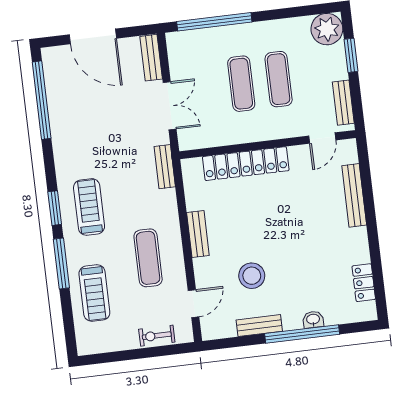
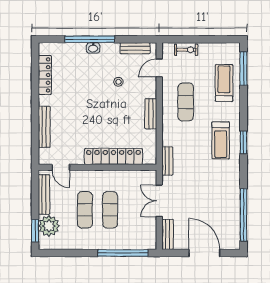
plant: (327, 29) -> (49, 226), moved
window: (351, 55) -> (35, 231), moved
bench: (343, 103) -> (44, 194), width x1.36
door: (322, 138) -> (61, 167), swing flipped
window: (61, 264) -> (244, 68), moved
stool: (252, 276) -> (118, 82), width x0.53, depth x0.53
locker: (364, 283) -> (45, 75), width x1.53
washbasin: (313, 320) -> (93, 48), moved
bench: (259, 326) -> (135, 48), moved

